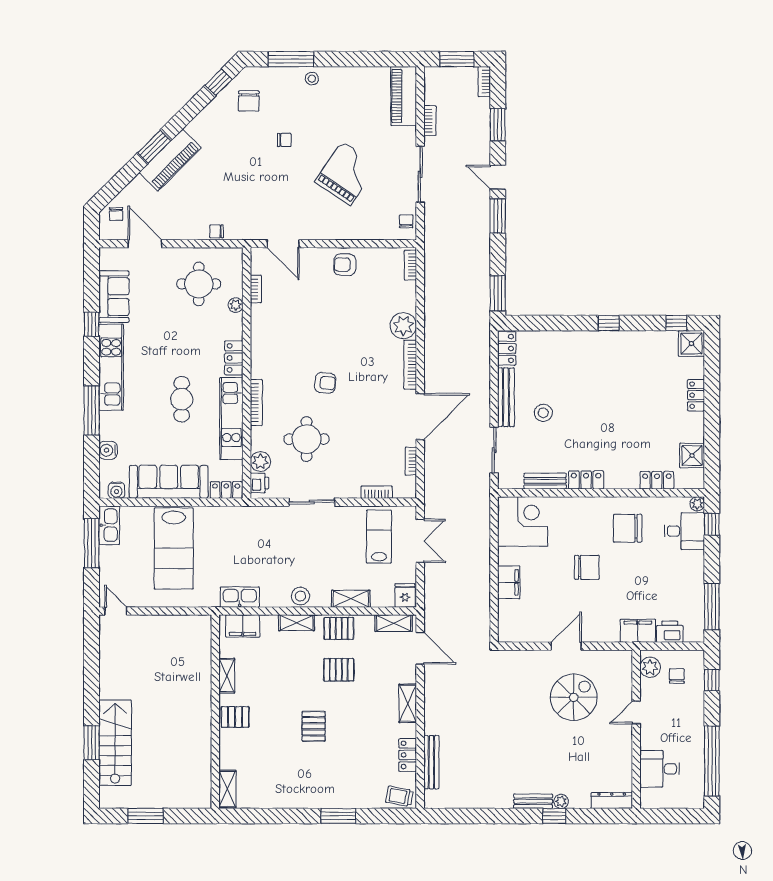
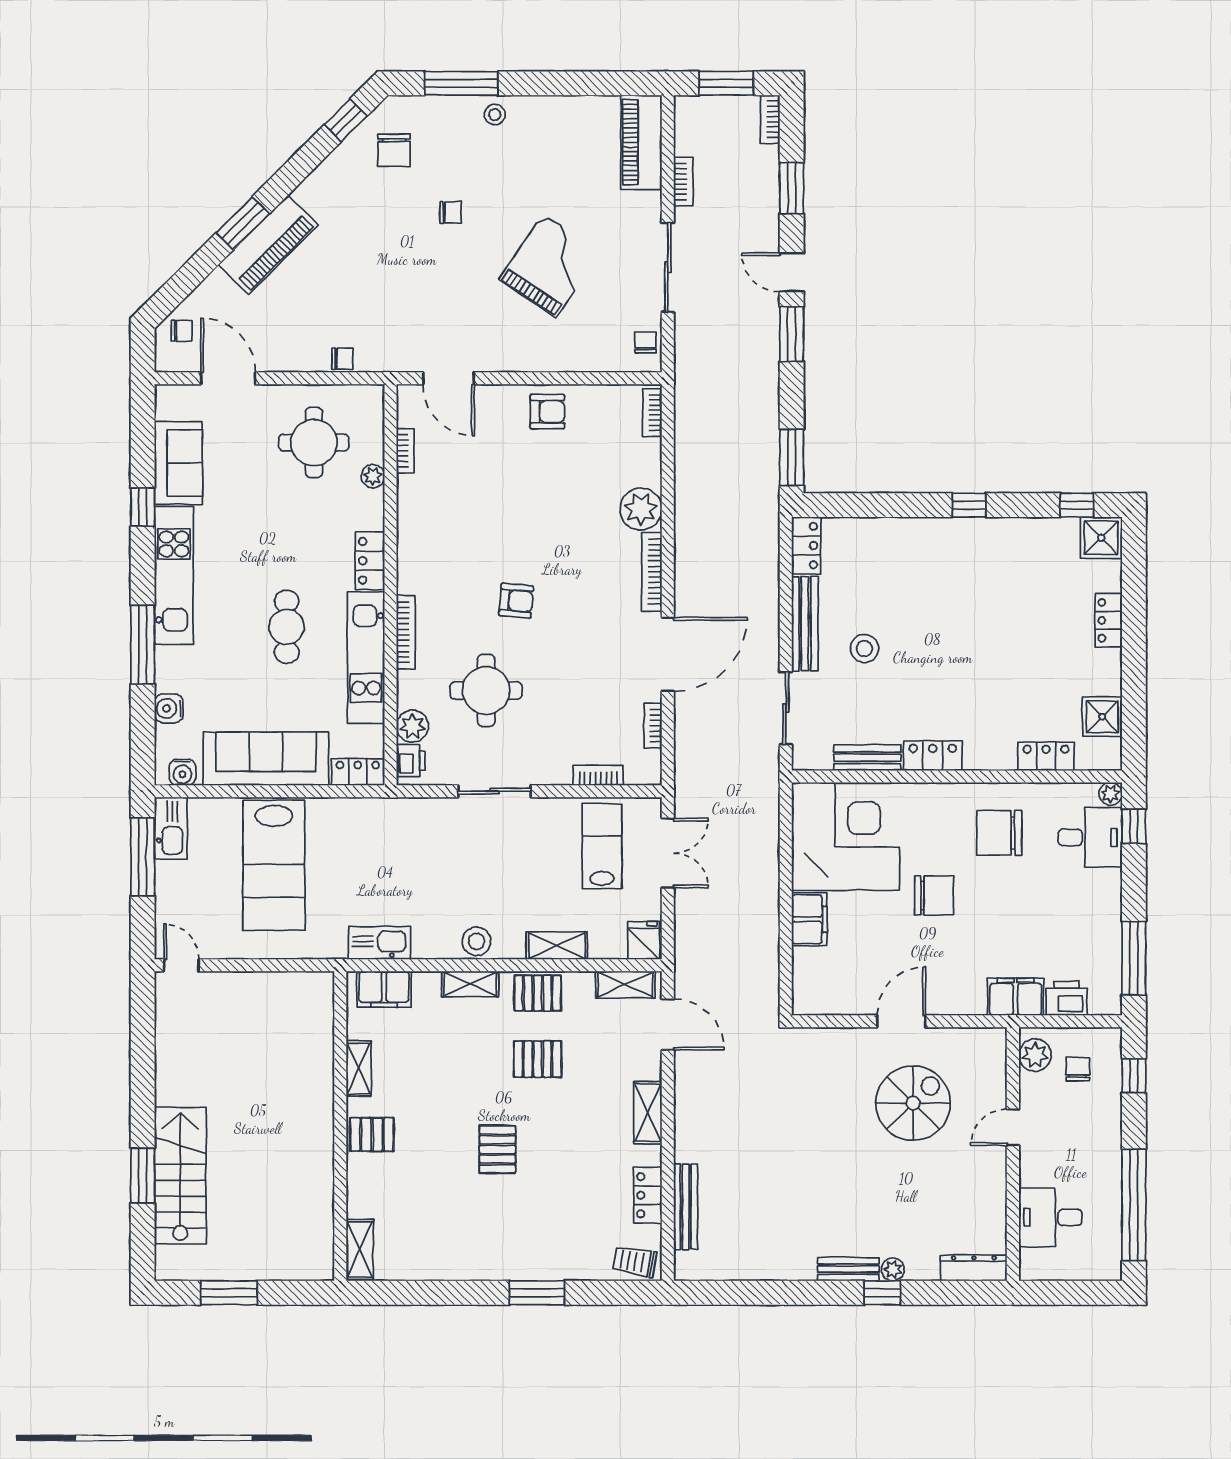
chair: (116, 214) -> (182, 331), turned -90
chair: (217, 231) -> (342, 359), turned 180
armchair: (345, 265) -> (547, 412), turned 180
corner desk: (523, 521) -> (846, 836), width x1.36, depth x1.36

